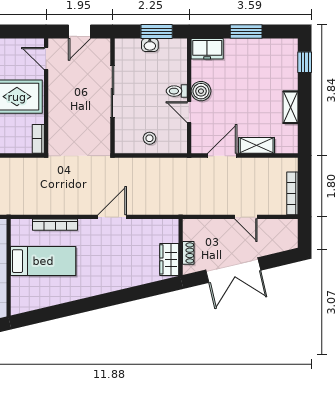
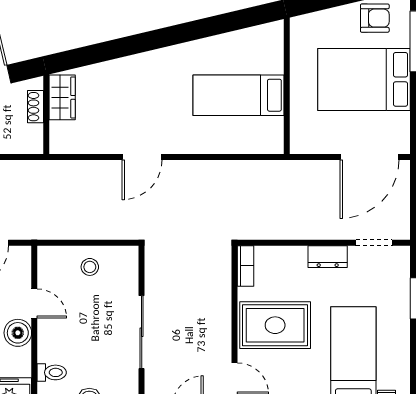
toilet: (177, 91) -> (52, 372), moved
bookcase: (55, 225) -> (222, 146), removed

